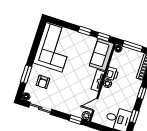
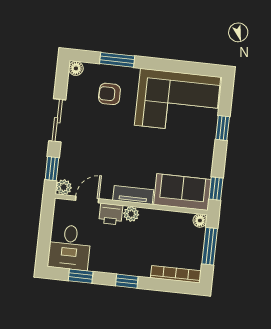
window: (85, 31) -> (223, 128), moved
printer: (112, 74) -> (111, 214), moved
door: (95, 105) -> (87, 200), hinge flipped
sliding door: (40, 108) -> (57, 120), moved

